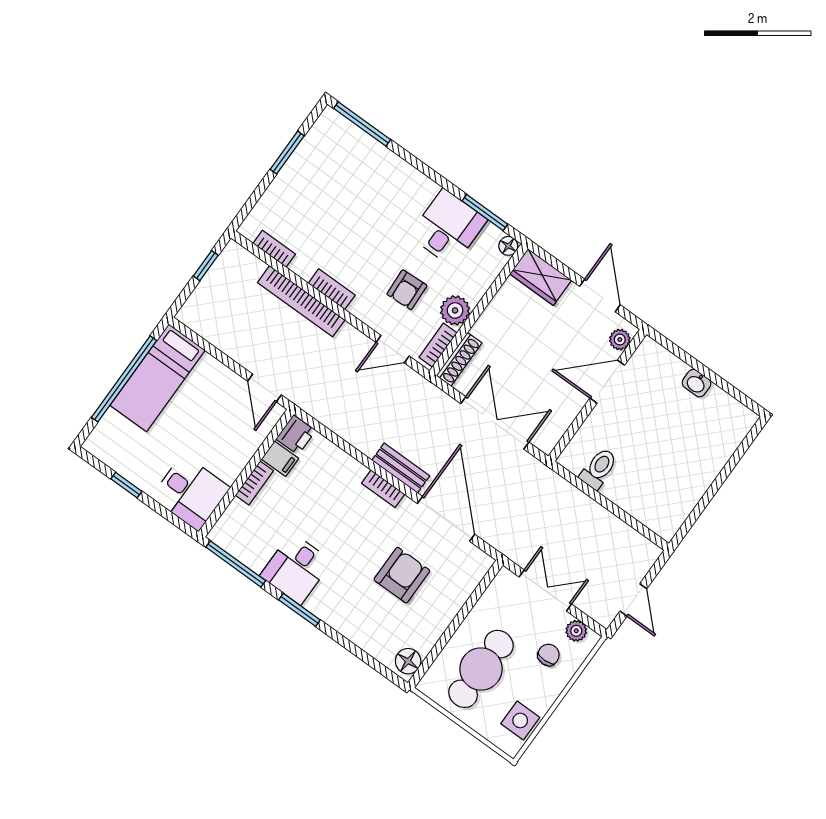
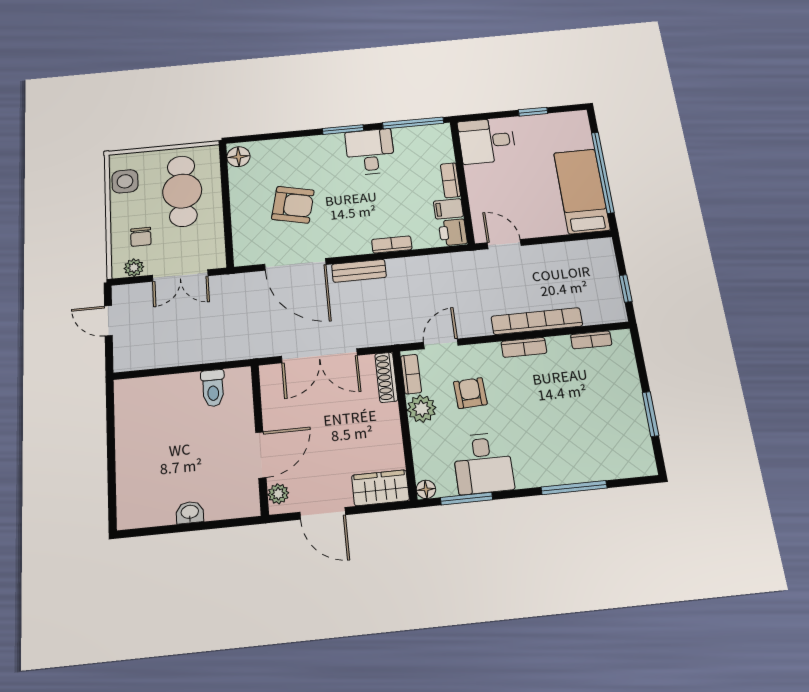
window: (362, 124) -> (574, 488), moved
bookcase: (383, 489) -> (392, 244), moved
armchair: (402, 575) -> (293, 205), turned -77

